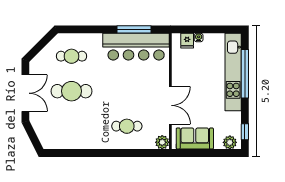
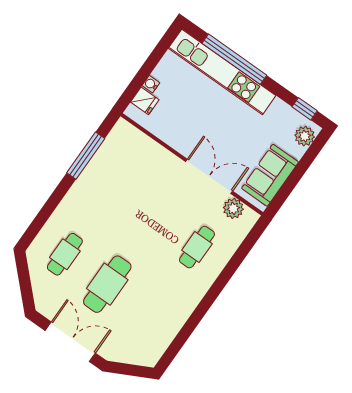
bar counter: (136, 47) -> (108, 168), removed
plant: (162, 142) -> (233, 208), moved

